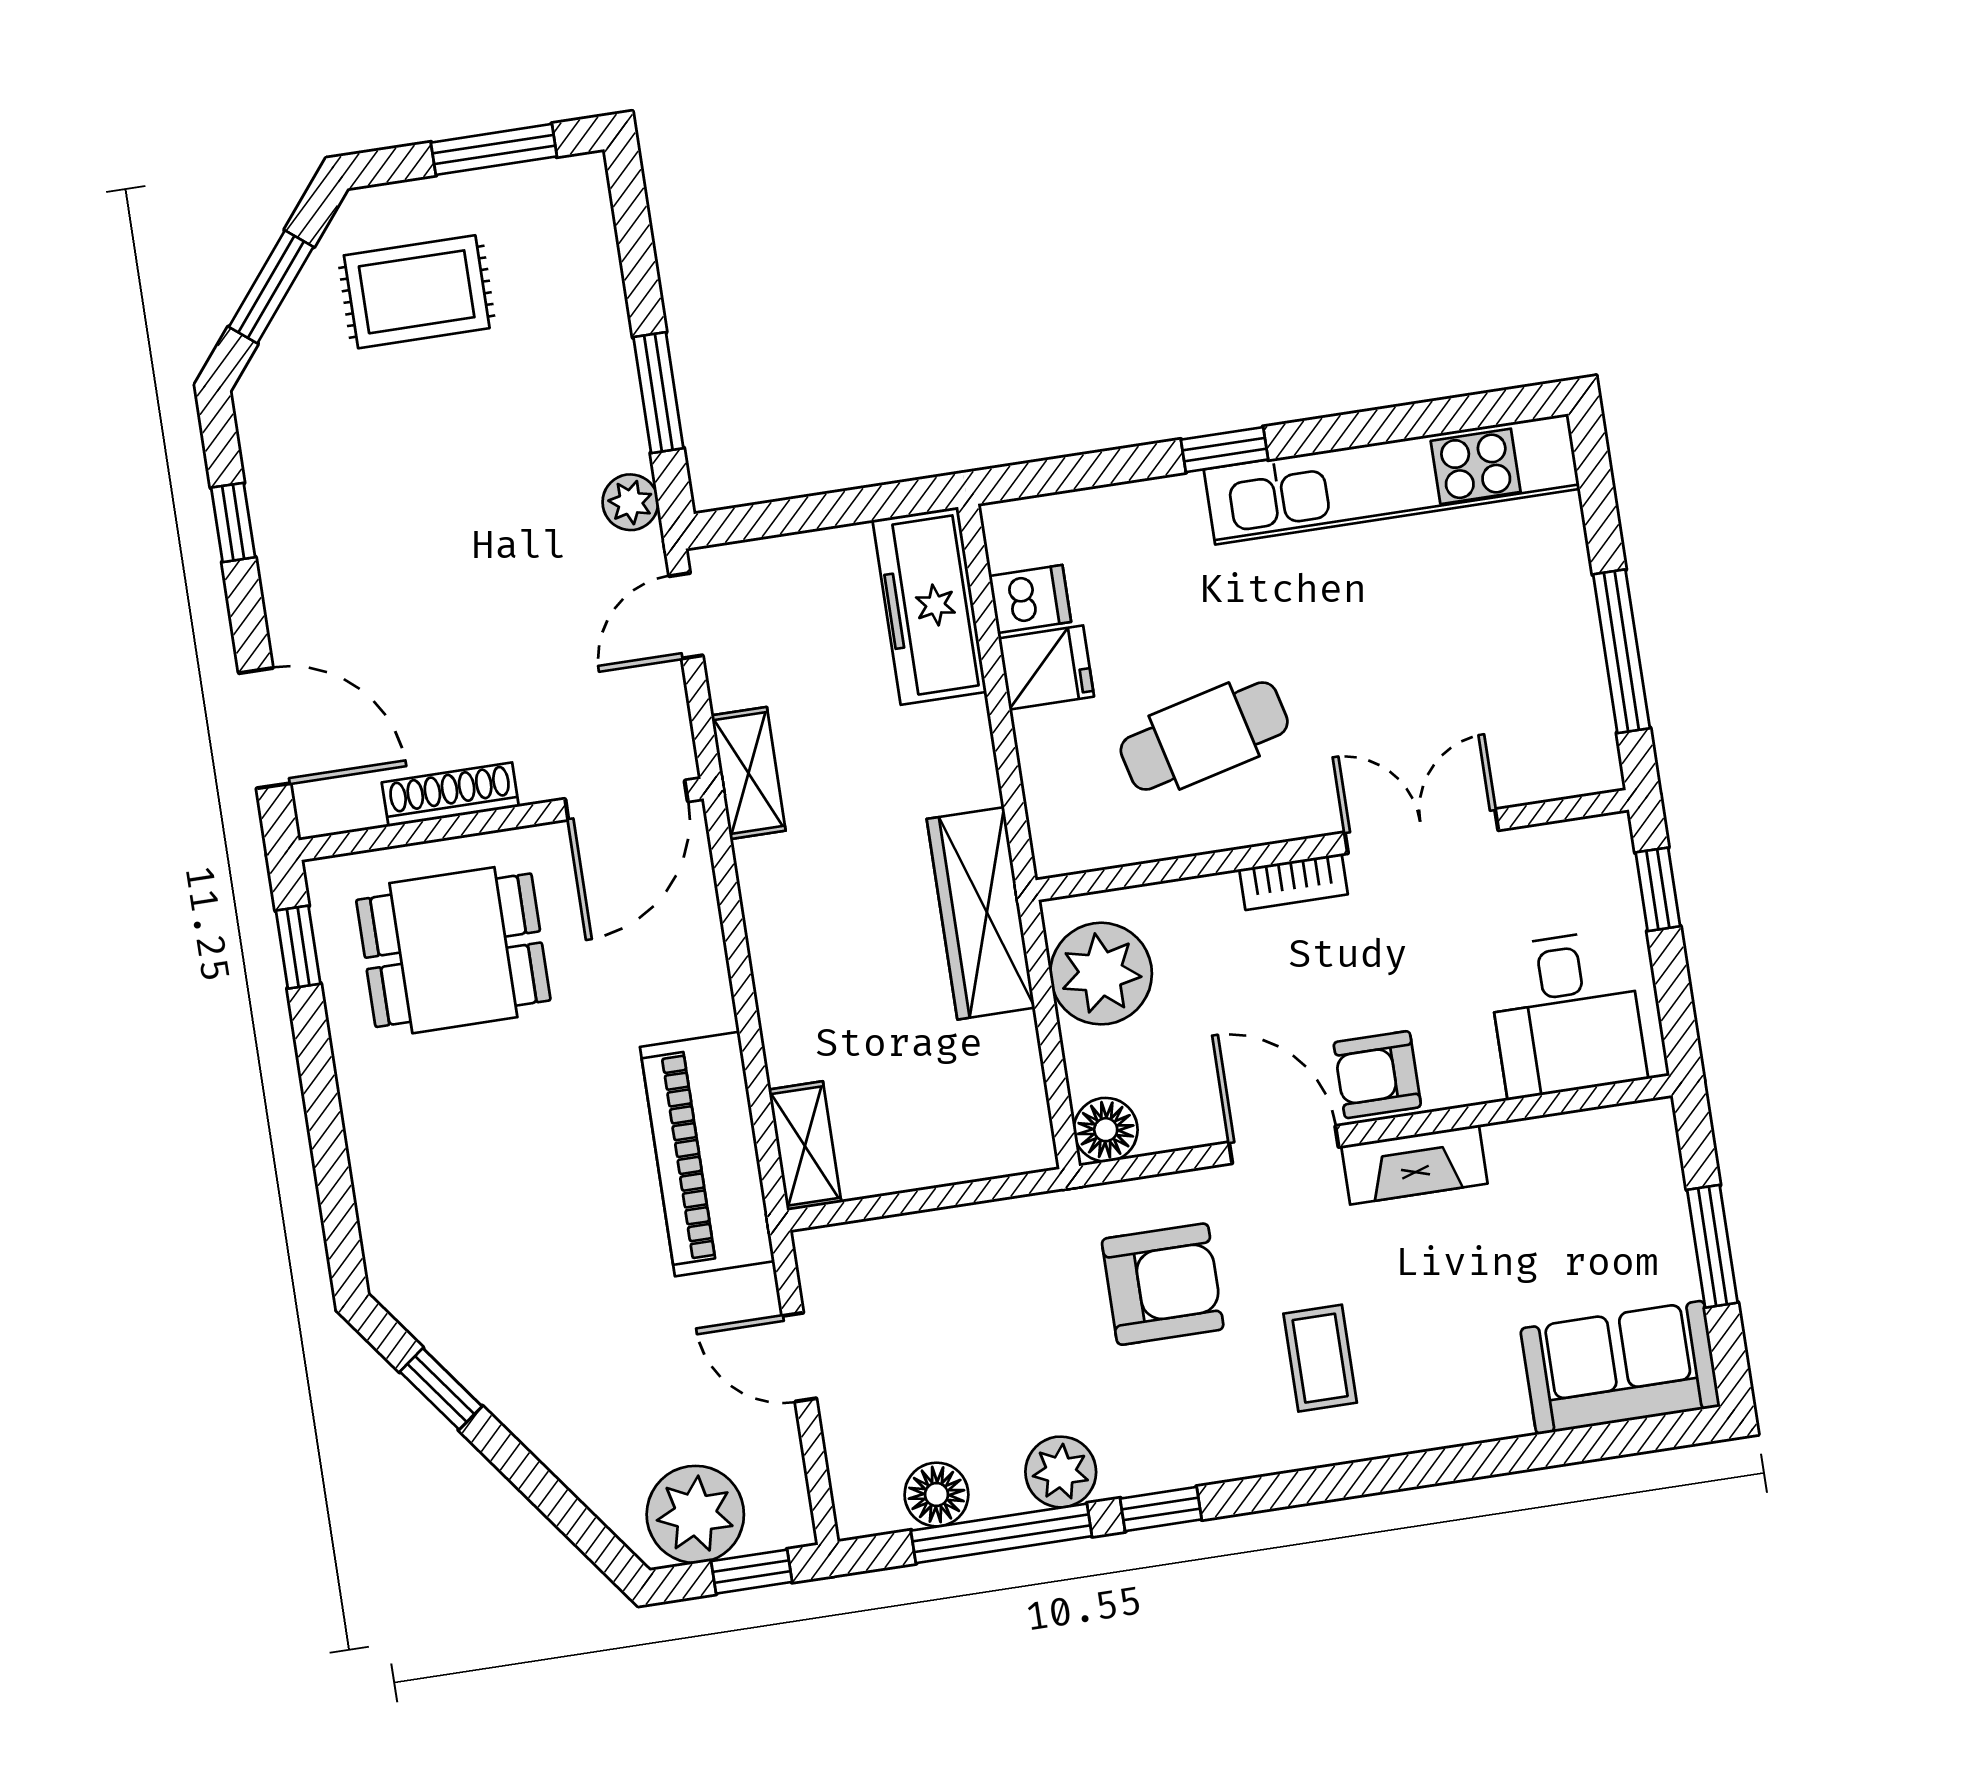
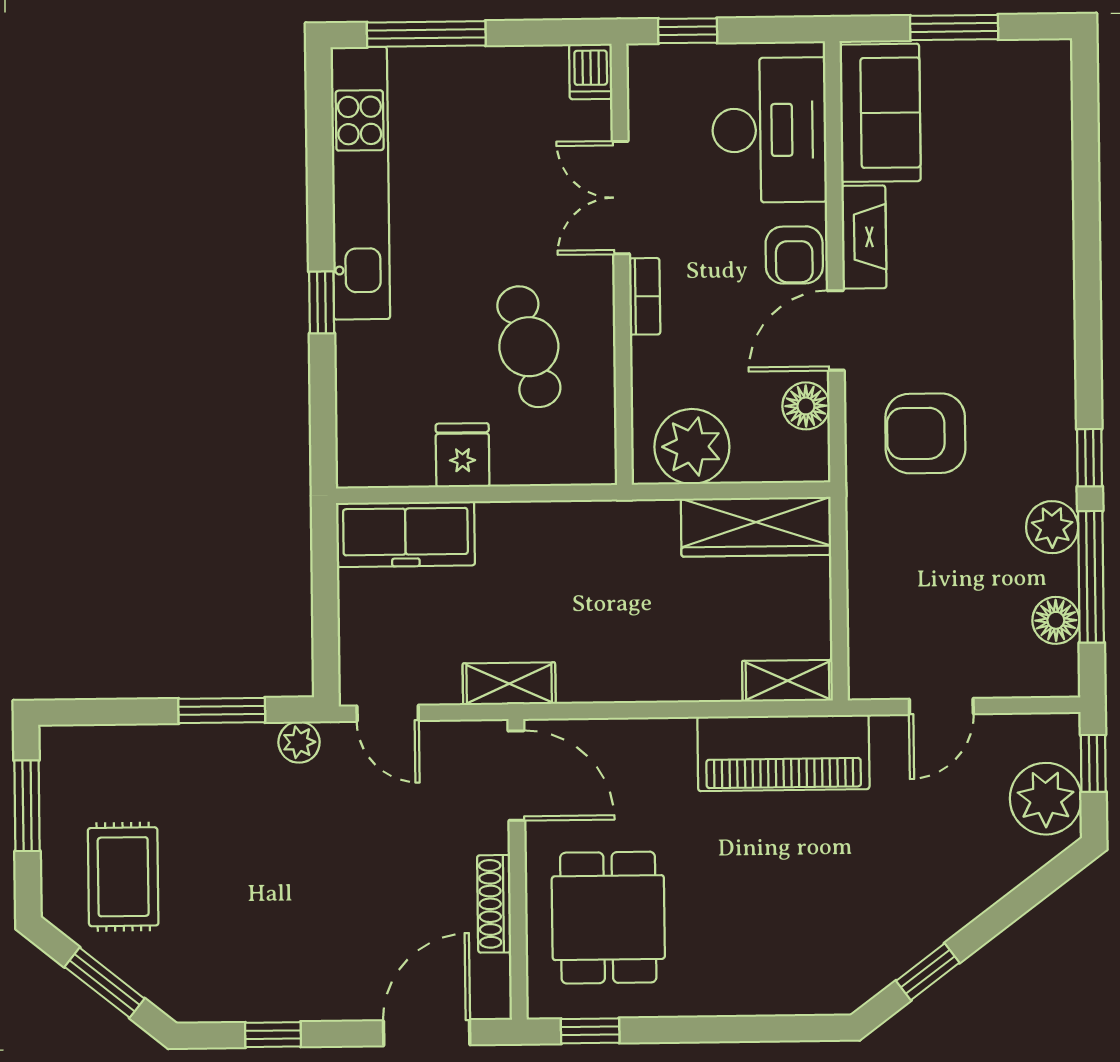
dishwasher: (1030, 599) -> (591, 72), moved, turned 180
window: (1621, 651) -> (426, 34), moved
wardrobe: (981, 913) -> (756, 527), moved
desk: (1566, 1014) -> (769, 130), width x1.37
floor lamp: (1106, 1130) -> (806, 406), moved
armchair: (1163, 1284) -> (925, 433), turned -90
coffee table: (1320, 1358) -> (996, 326), removed
sofa: (1620, 1368) -> (880, 113), moved, turned 180

